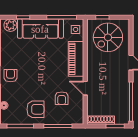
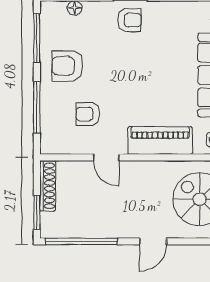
door: (85, 88) -> (106, 157), swing flipped
armchair: (35, 109) -> (67, 66), turned 90

